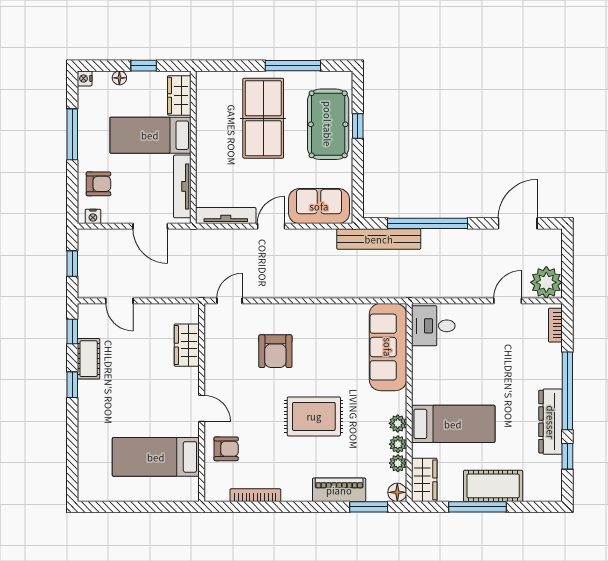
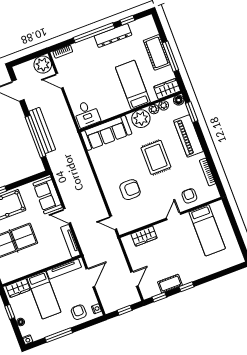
bench: (379, 239) -> (42, 130), moved
plant: (398, 423) -> (141, 119), width x1.87, depth x1.87
piano: (339, 490) -> (188, 136), width x1.37, depth x1.33

